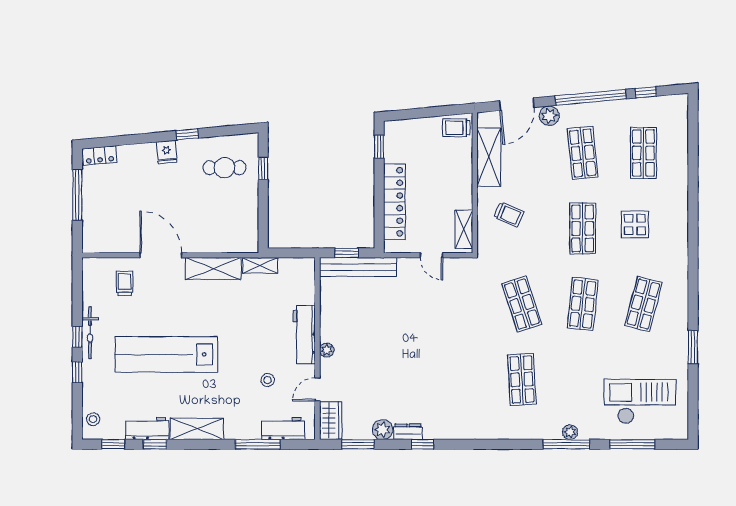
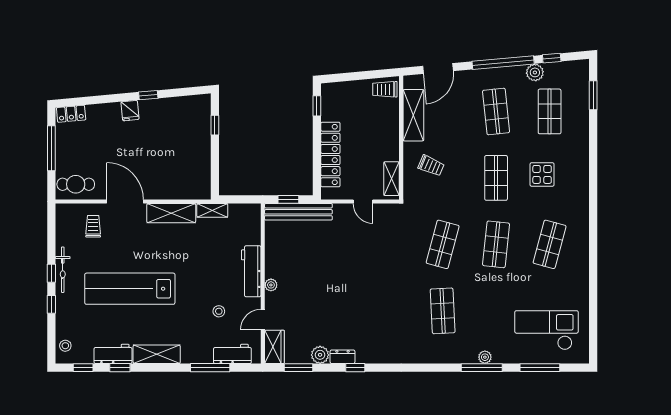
plant: (549, 116) -> (535, 72), moved
cafe table: (224, 168) -> (76, 184), moved
shop shelf: (522, 304) -> (443, 244), turned 33
window: (693, 347) -> (593, 95), moved

